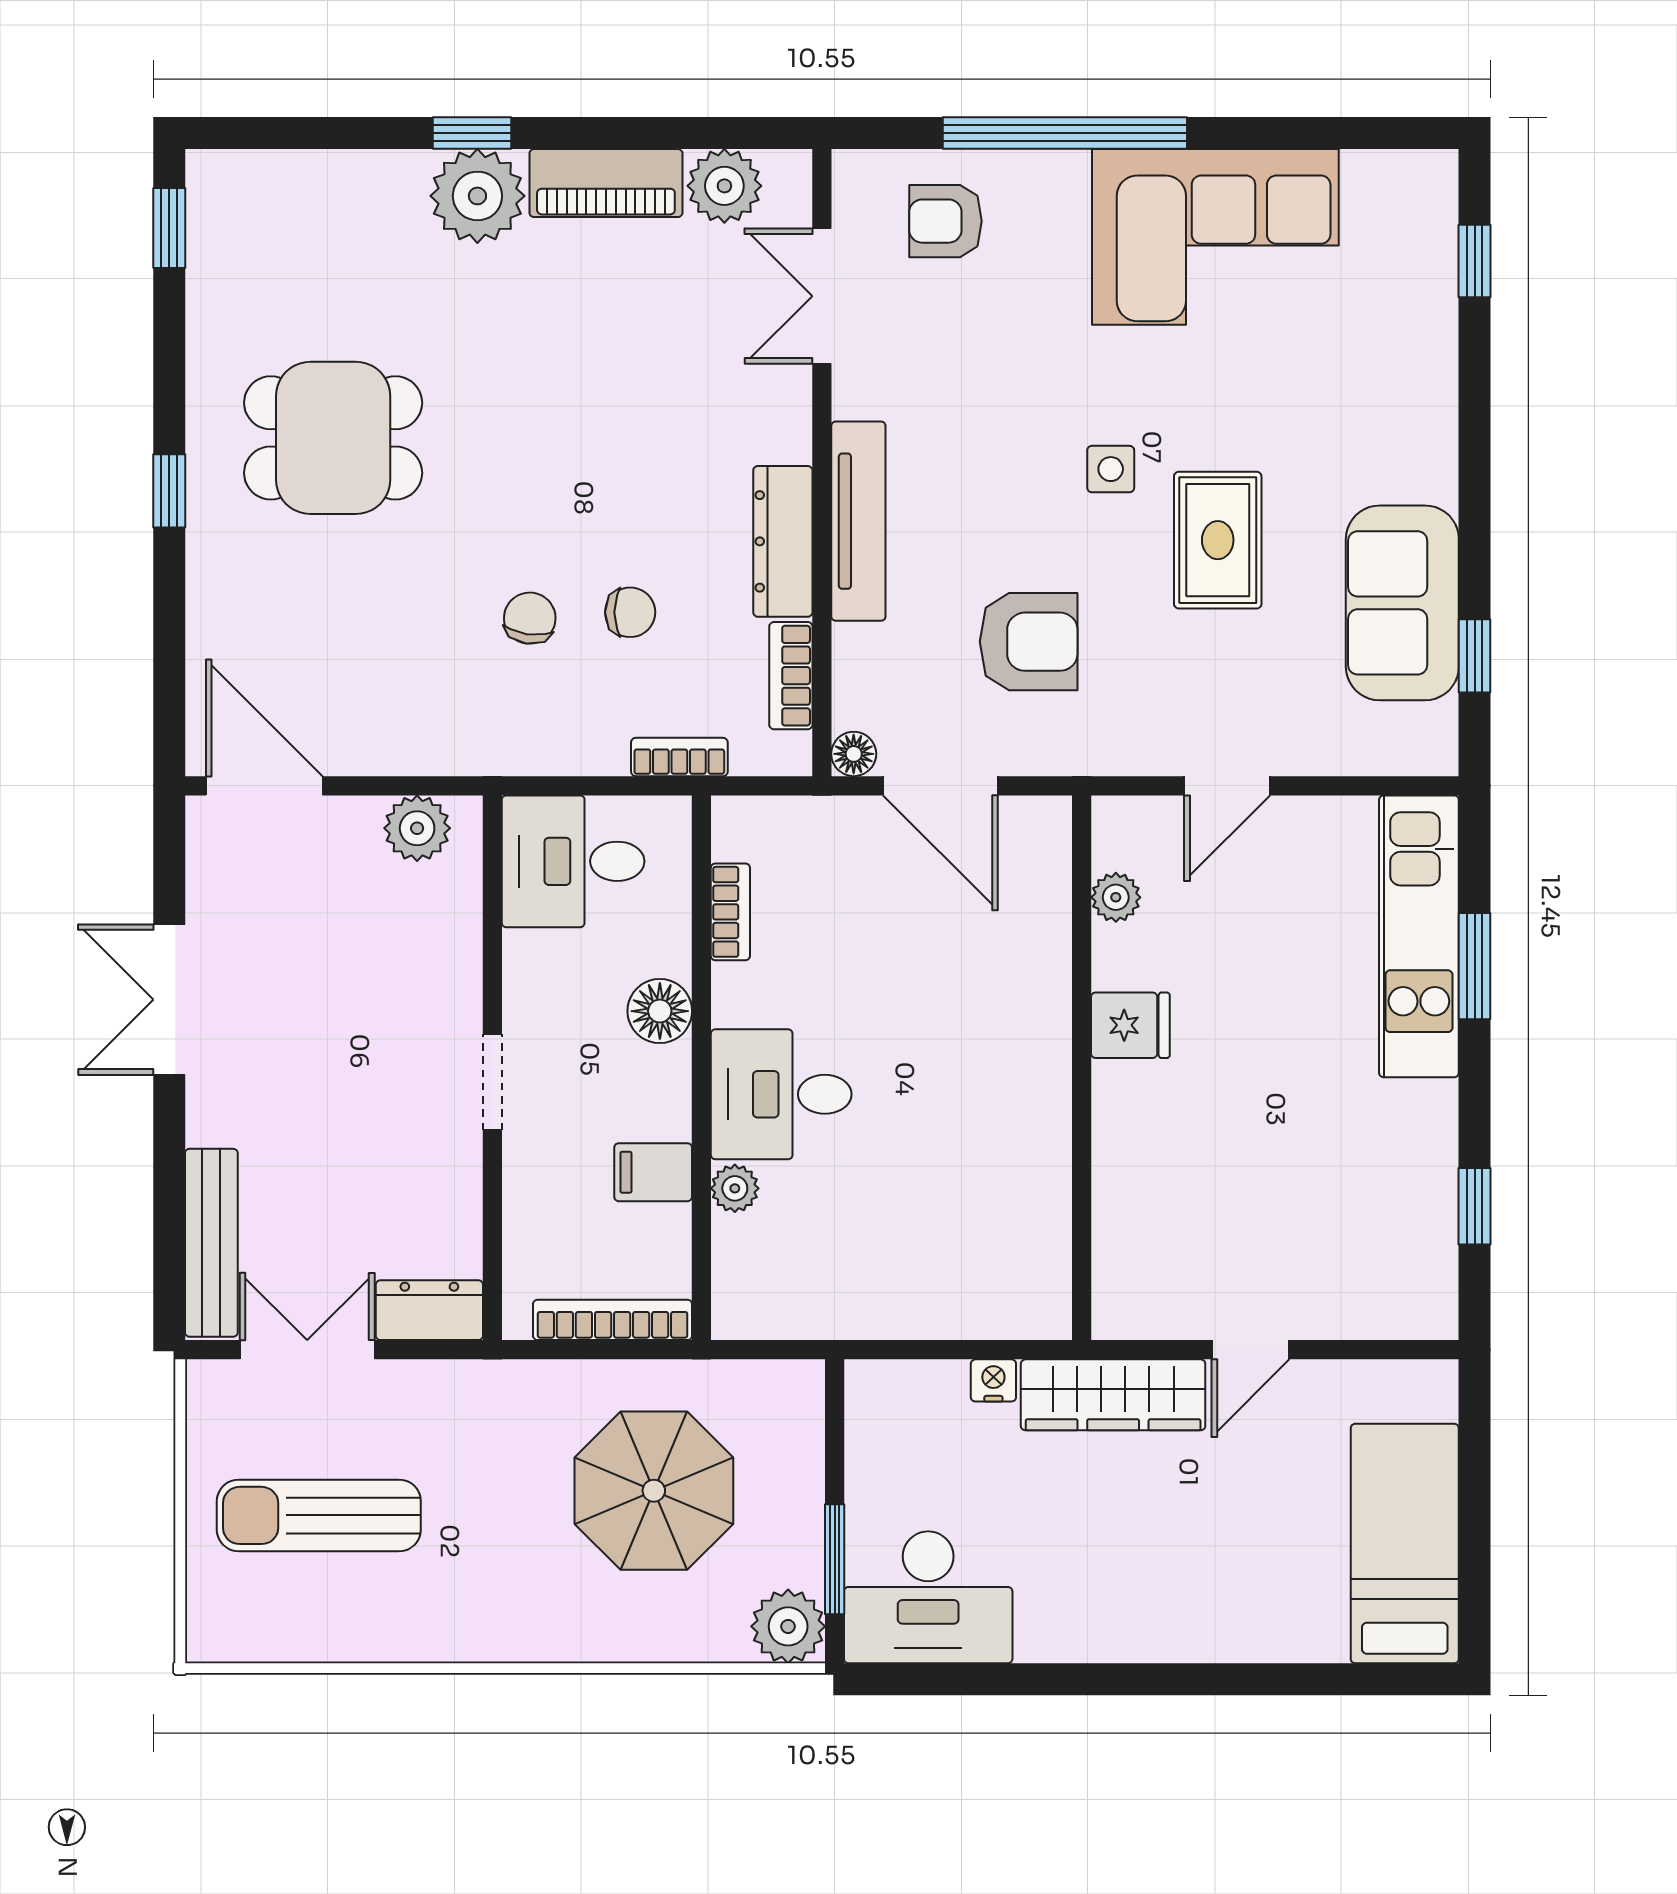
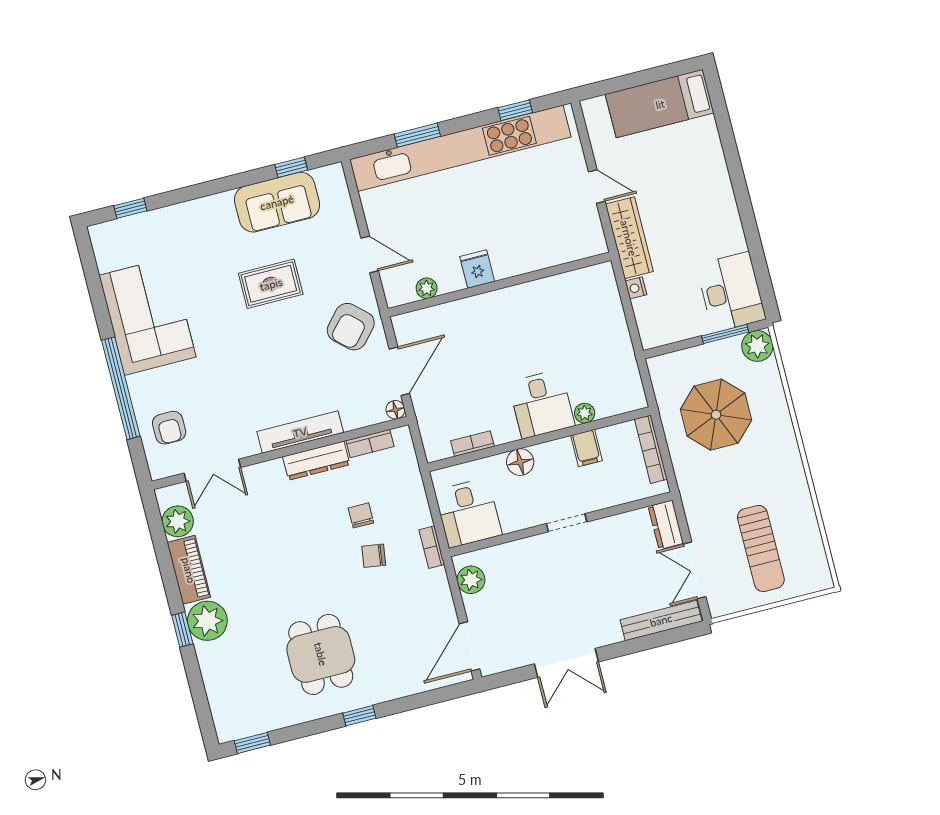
side table: (1111, 469) -> (253, 335), removed
armchair: (1029, 642) -> (351, 327), moved, turned -138
bookcase: (679, 757) -> (432, 547), moved
kitchen unit: (1419, 936) -> (460, 148), width x1.86

